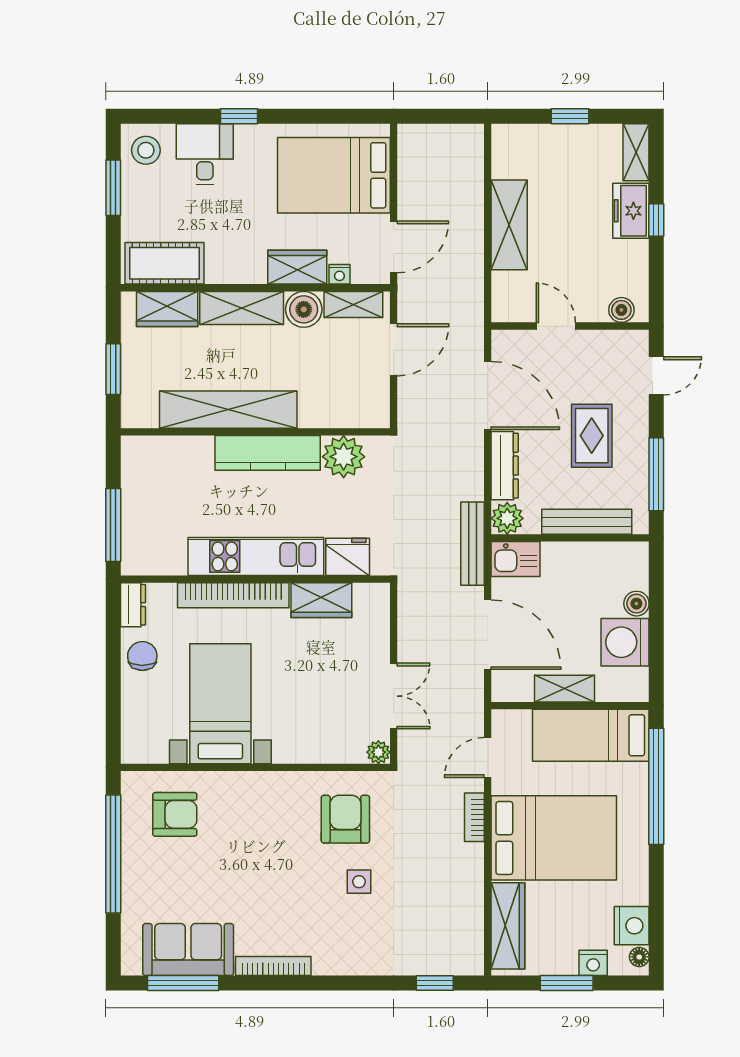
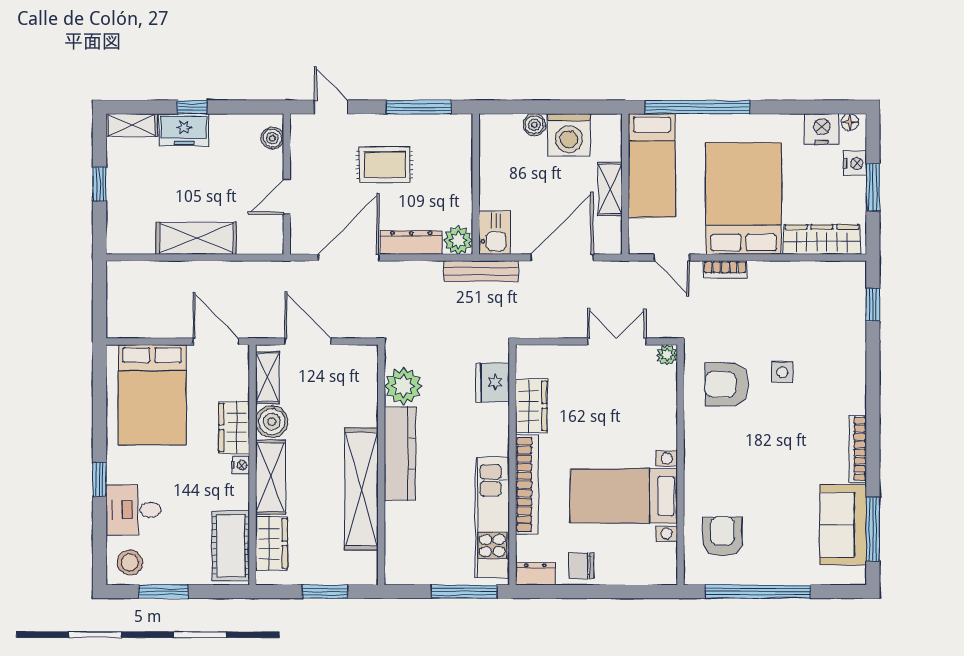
nightstand: (339, 274) -> (241, 465), moved
bench: (587, 522) -> (461, 169), removed
kitchen unit: (256, 556) -> (492, 518), moved

